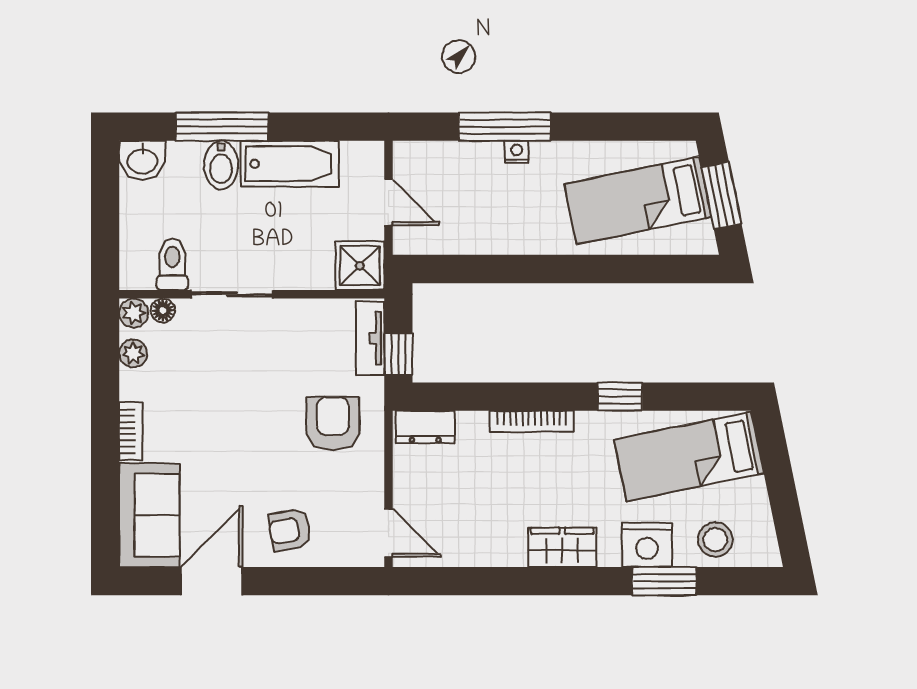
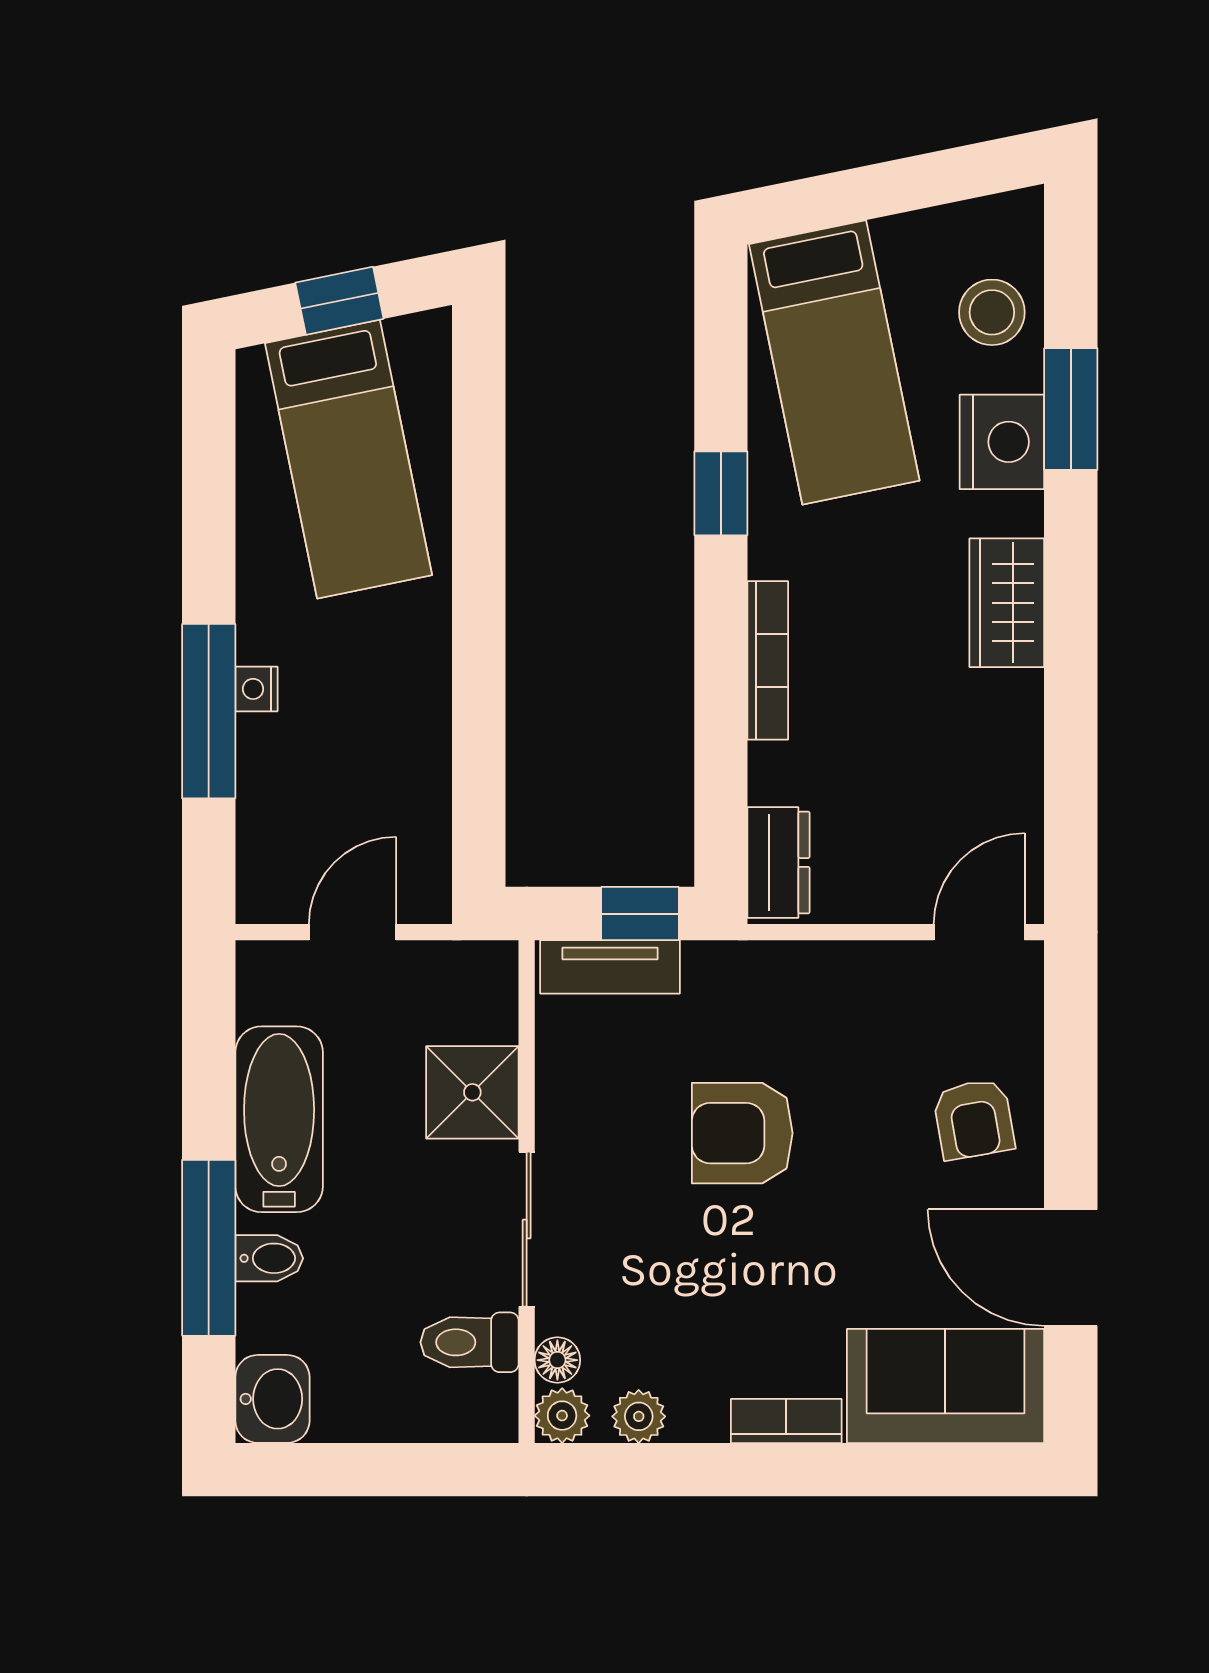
bidet: (221, 165) -> (269, 1258), width x0.72, depth x0.74
window: (721, 196) -> (339, 301), width x0.67
shower: (360, 266) -> (472, 1092), moved
armchair: (333, 423) -> (742, 1133), moved

